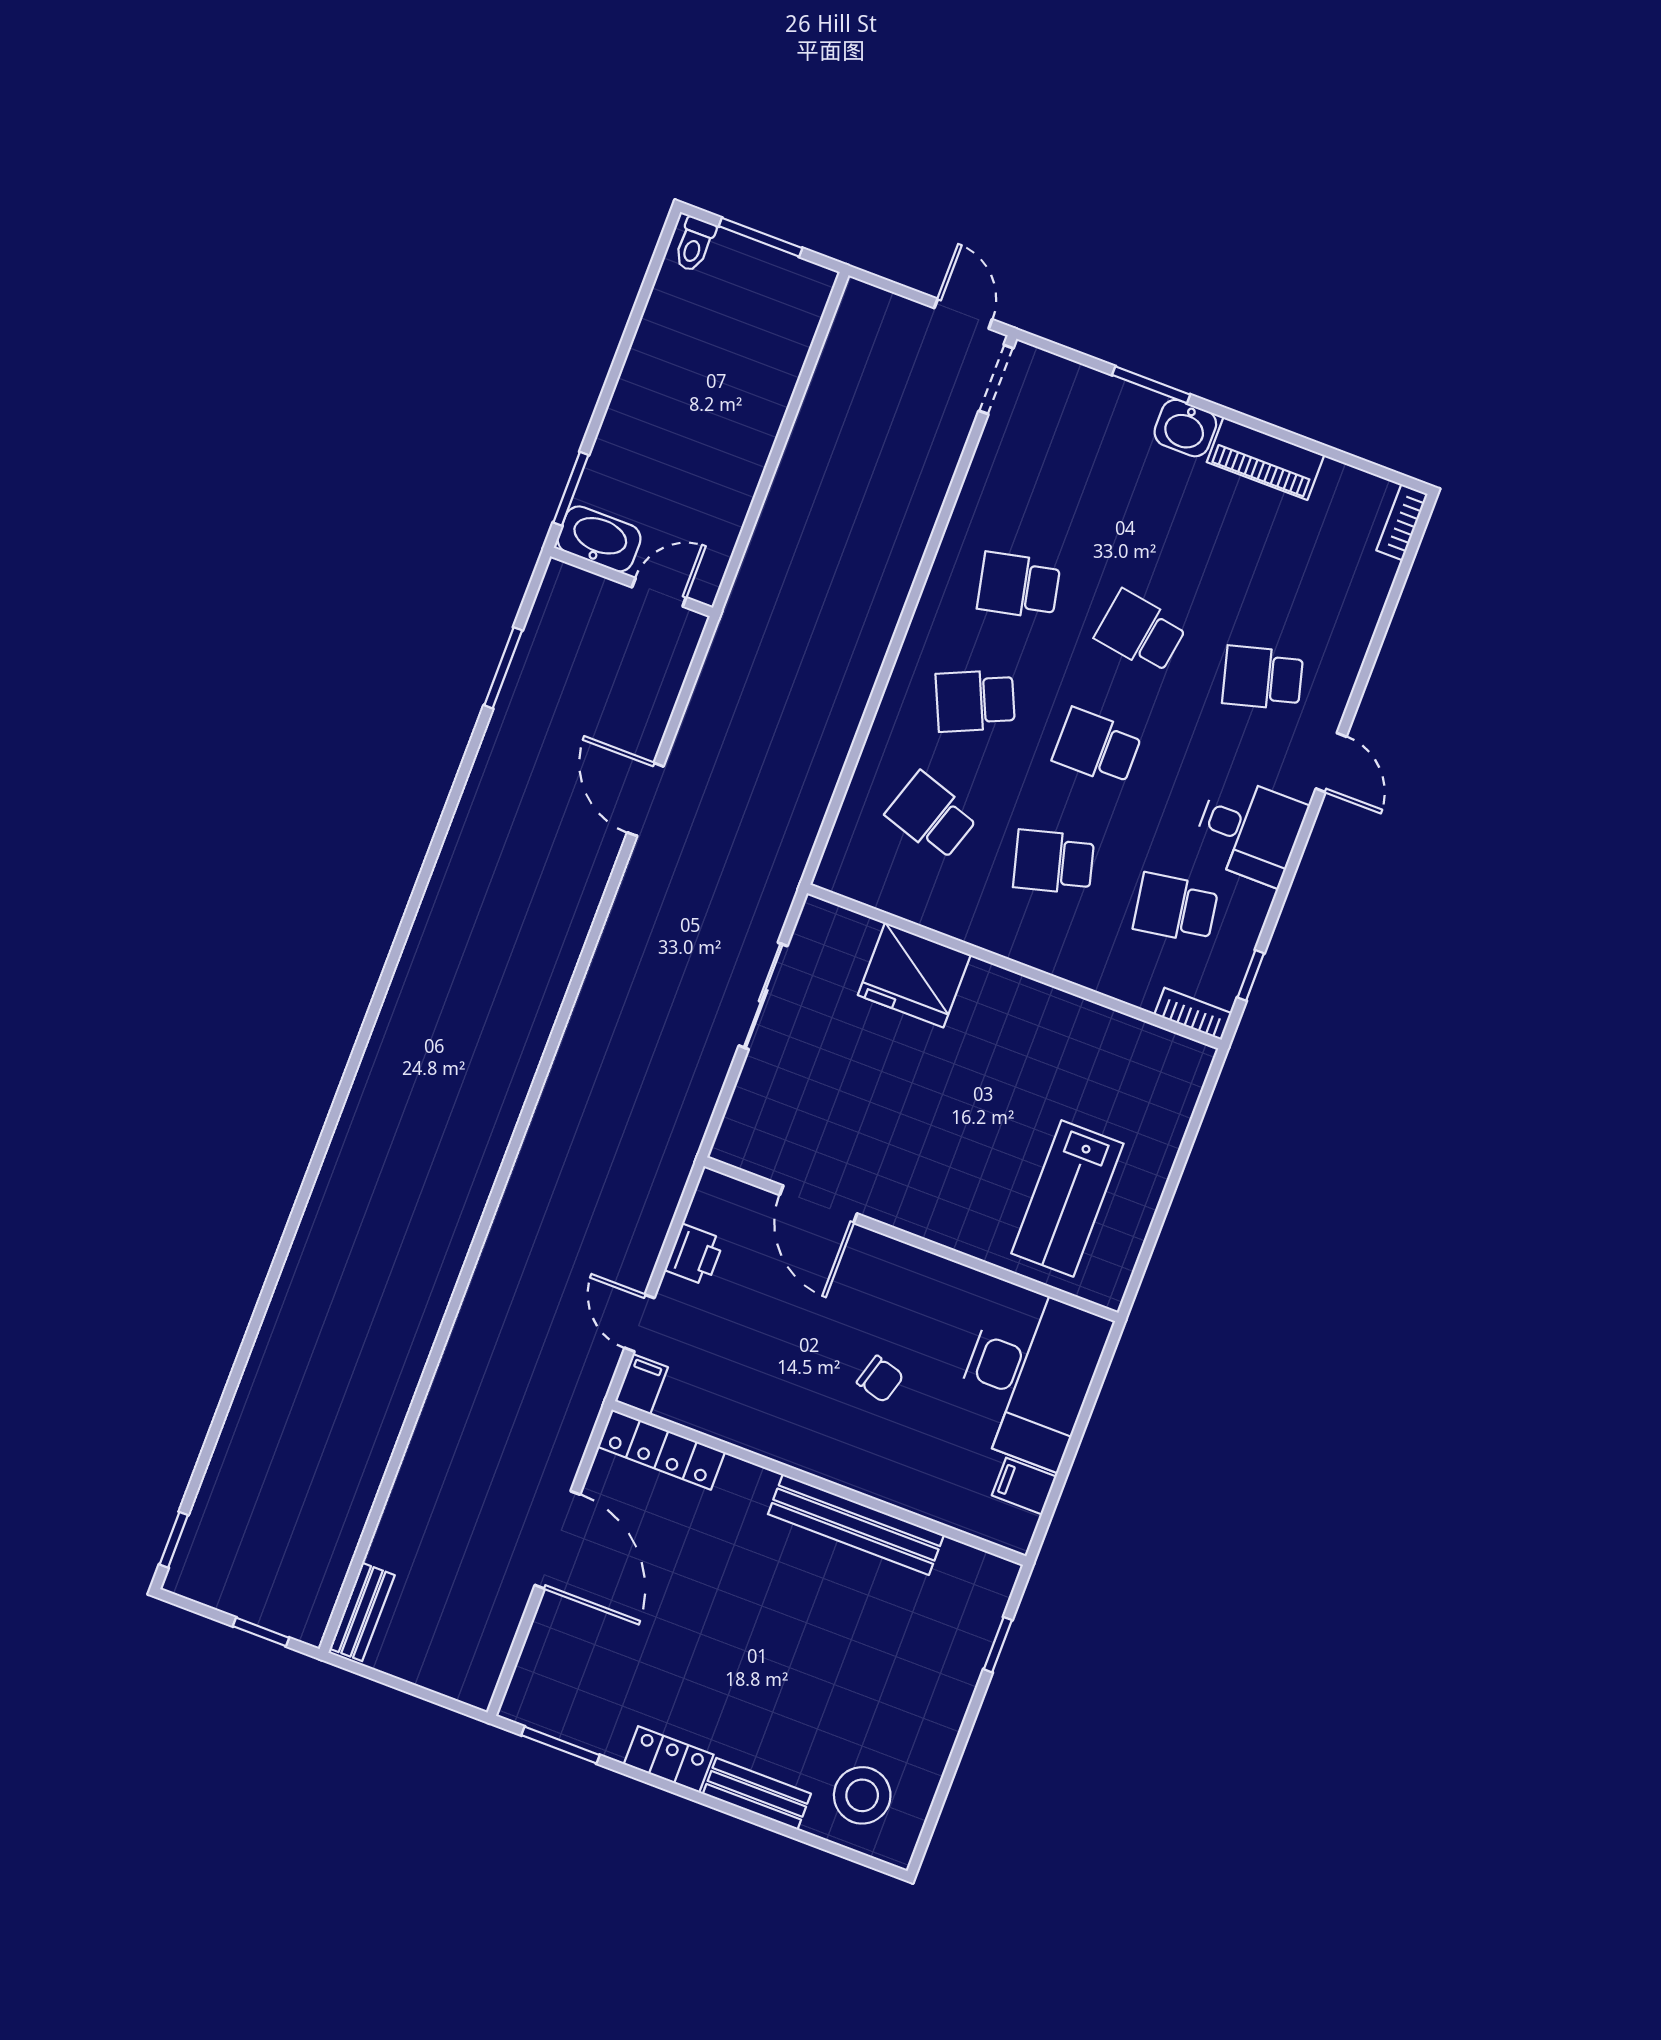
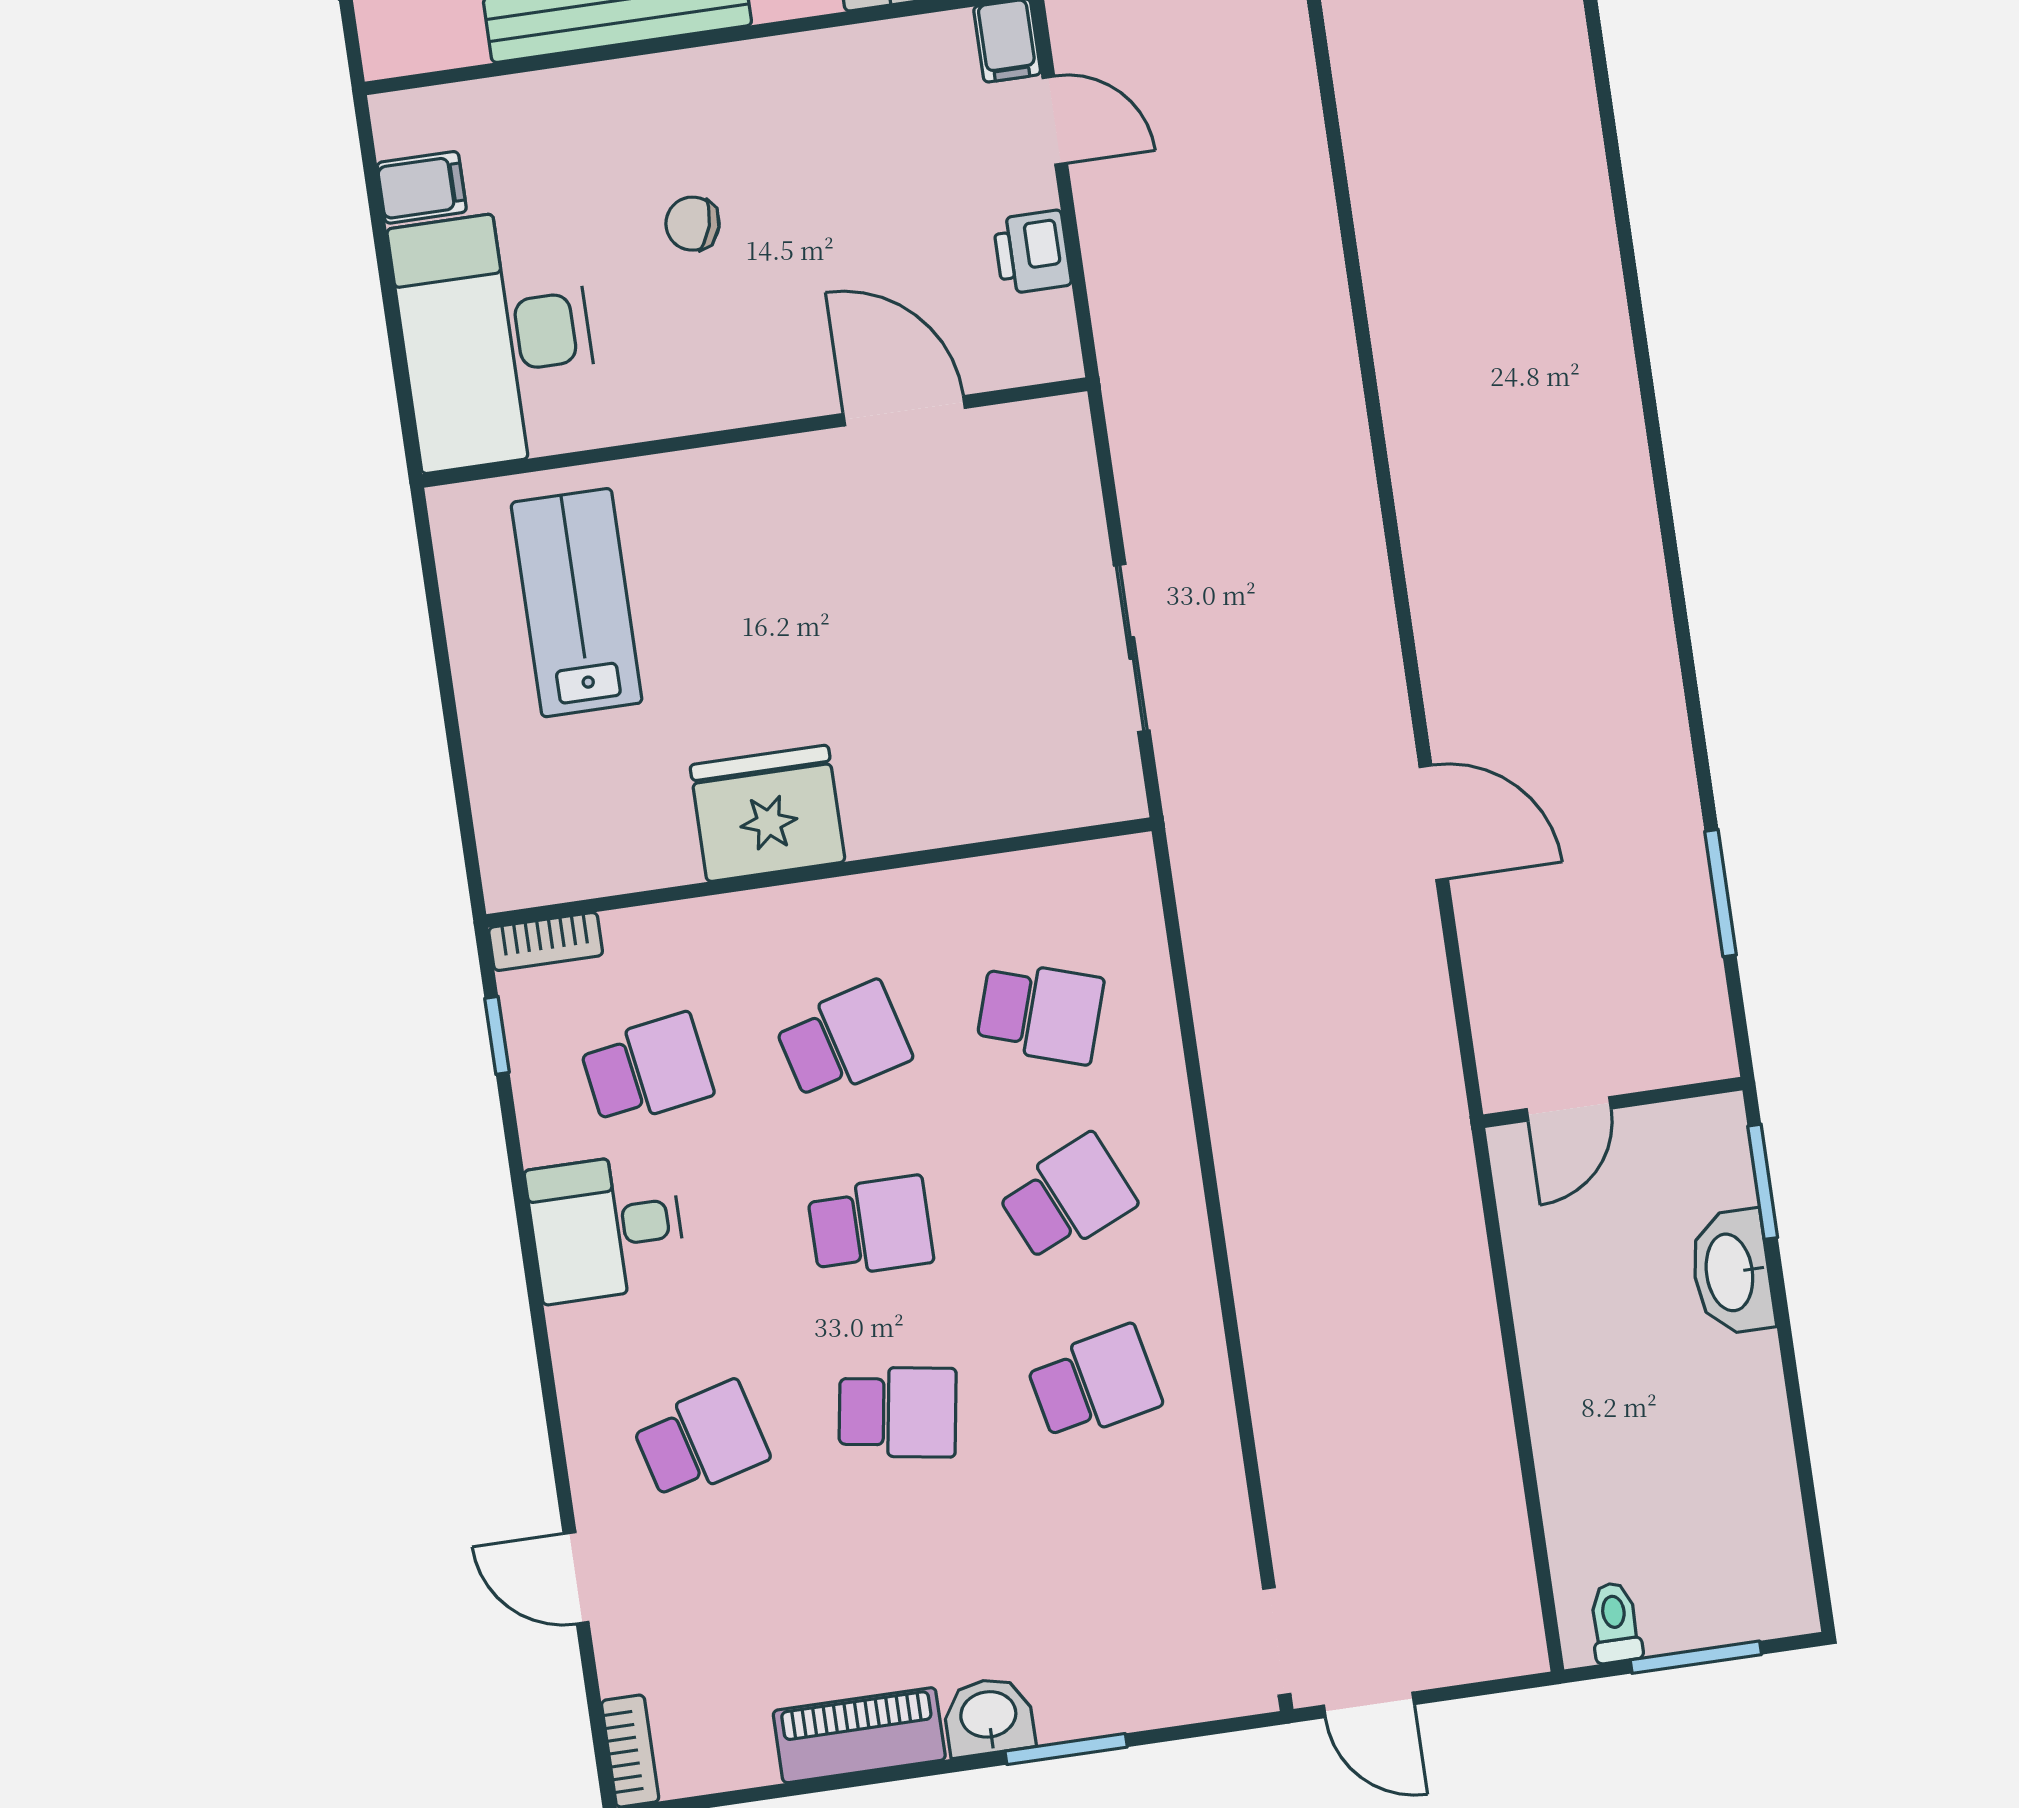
toilet: (694, 244) -> (1615, 1623), moved
washbasin: (599, 539) -> (1732, 1272), moved, turned 90
door: (1331, 763) -> (576, 1578), moved
fridge: (914, 975) -> (768, 813), moved

